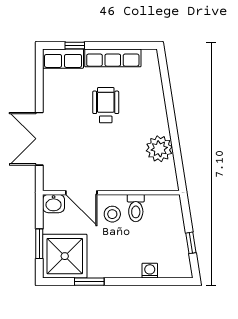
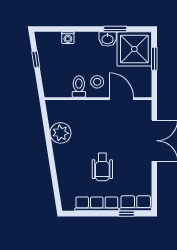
washbasin: (54, 204) -> (108, 39), moved, turned 180

